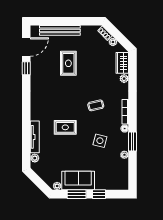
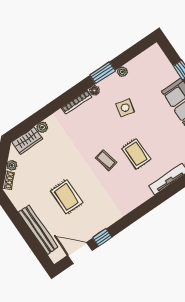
rug: (68, 63) -> (67, 197), turned 90
coffee table: (96, 105) -> (106, 160), moved

